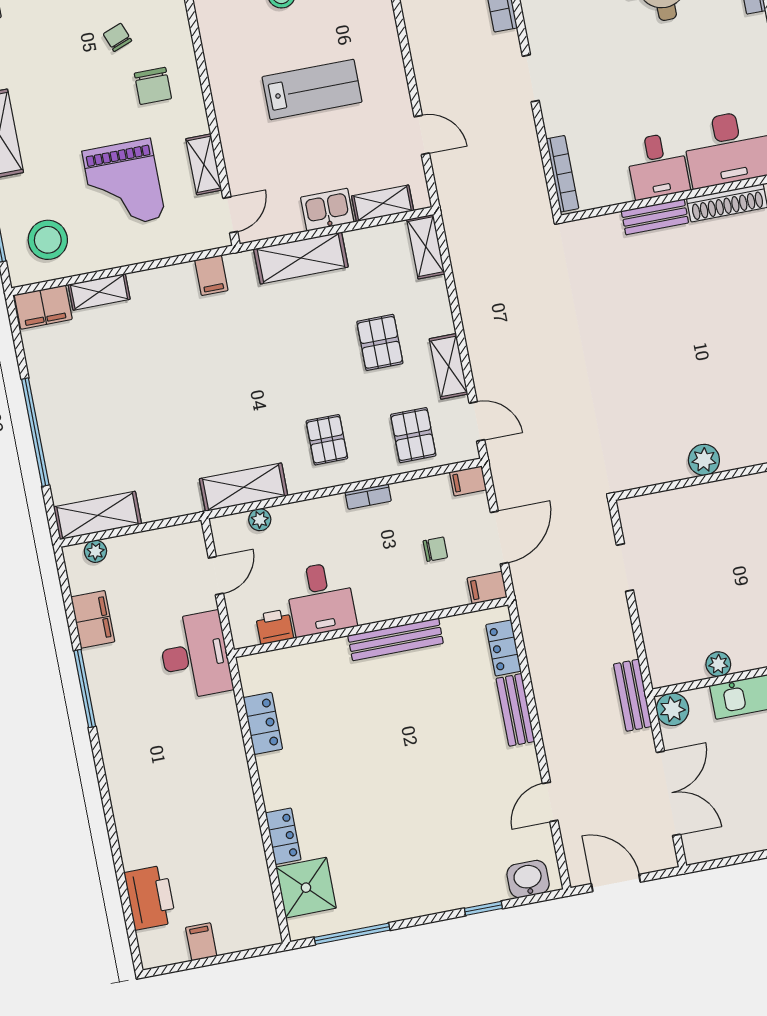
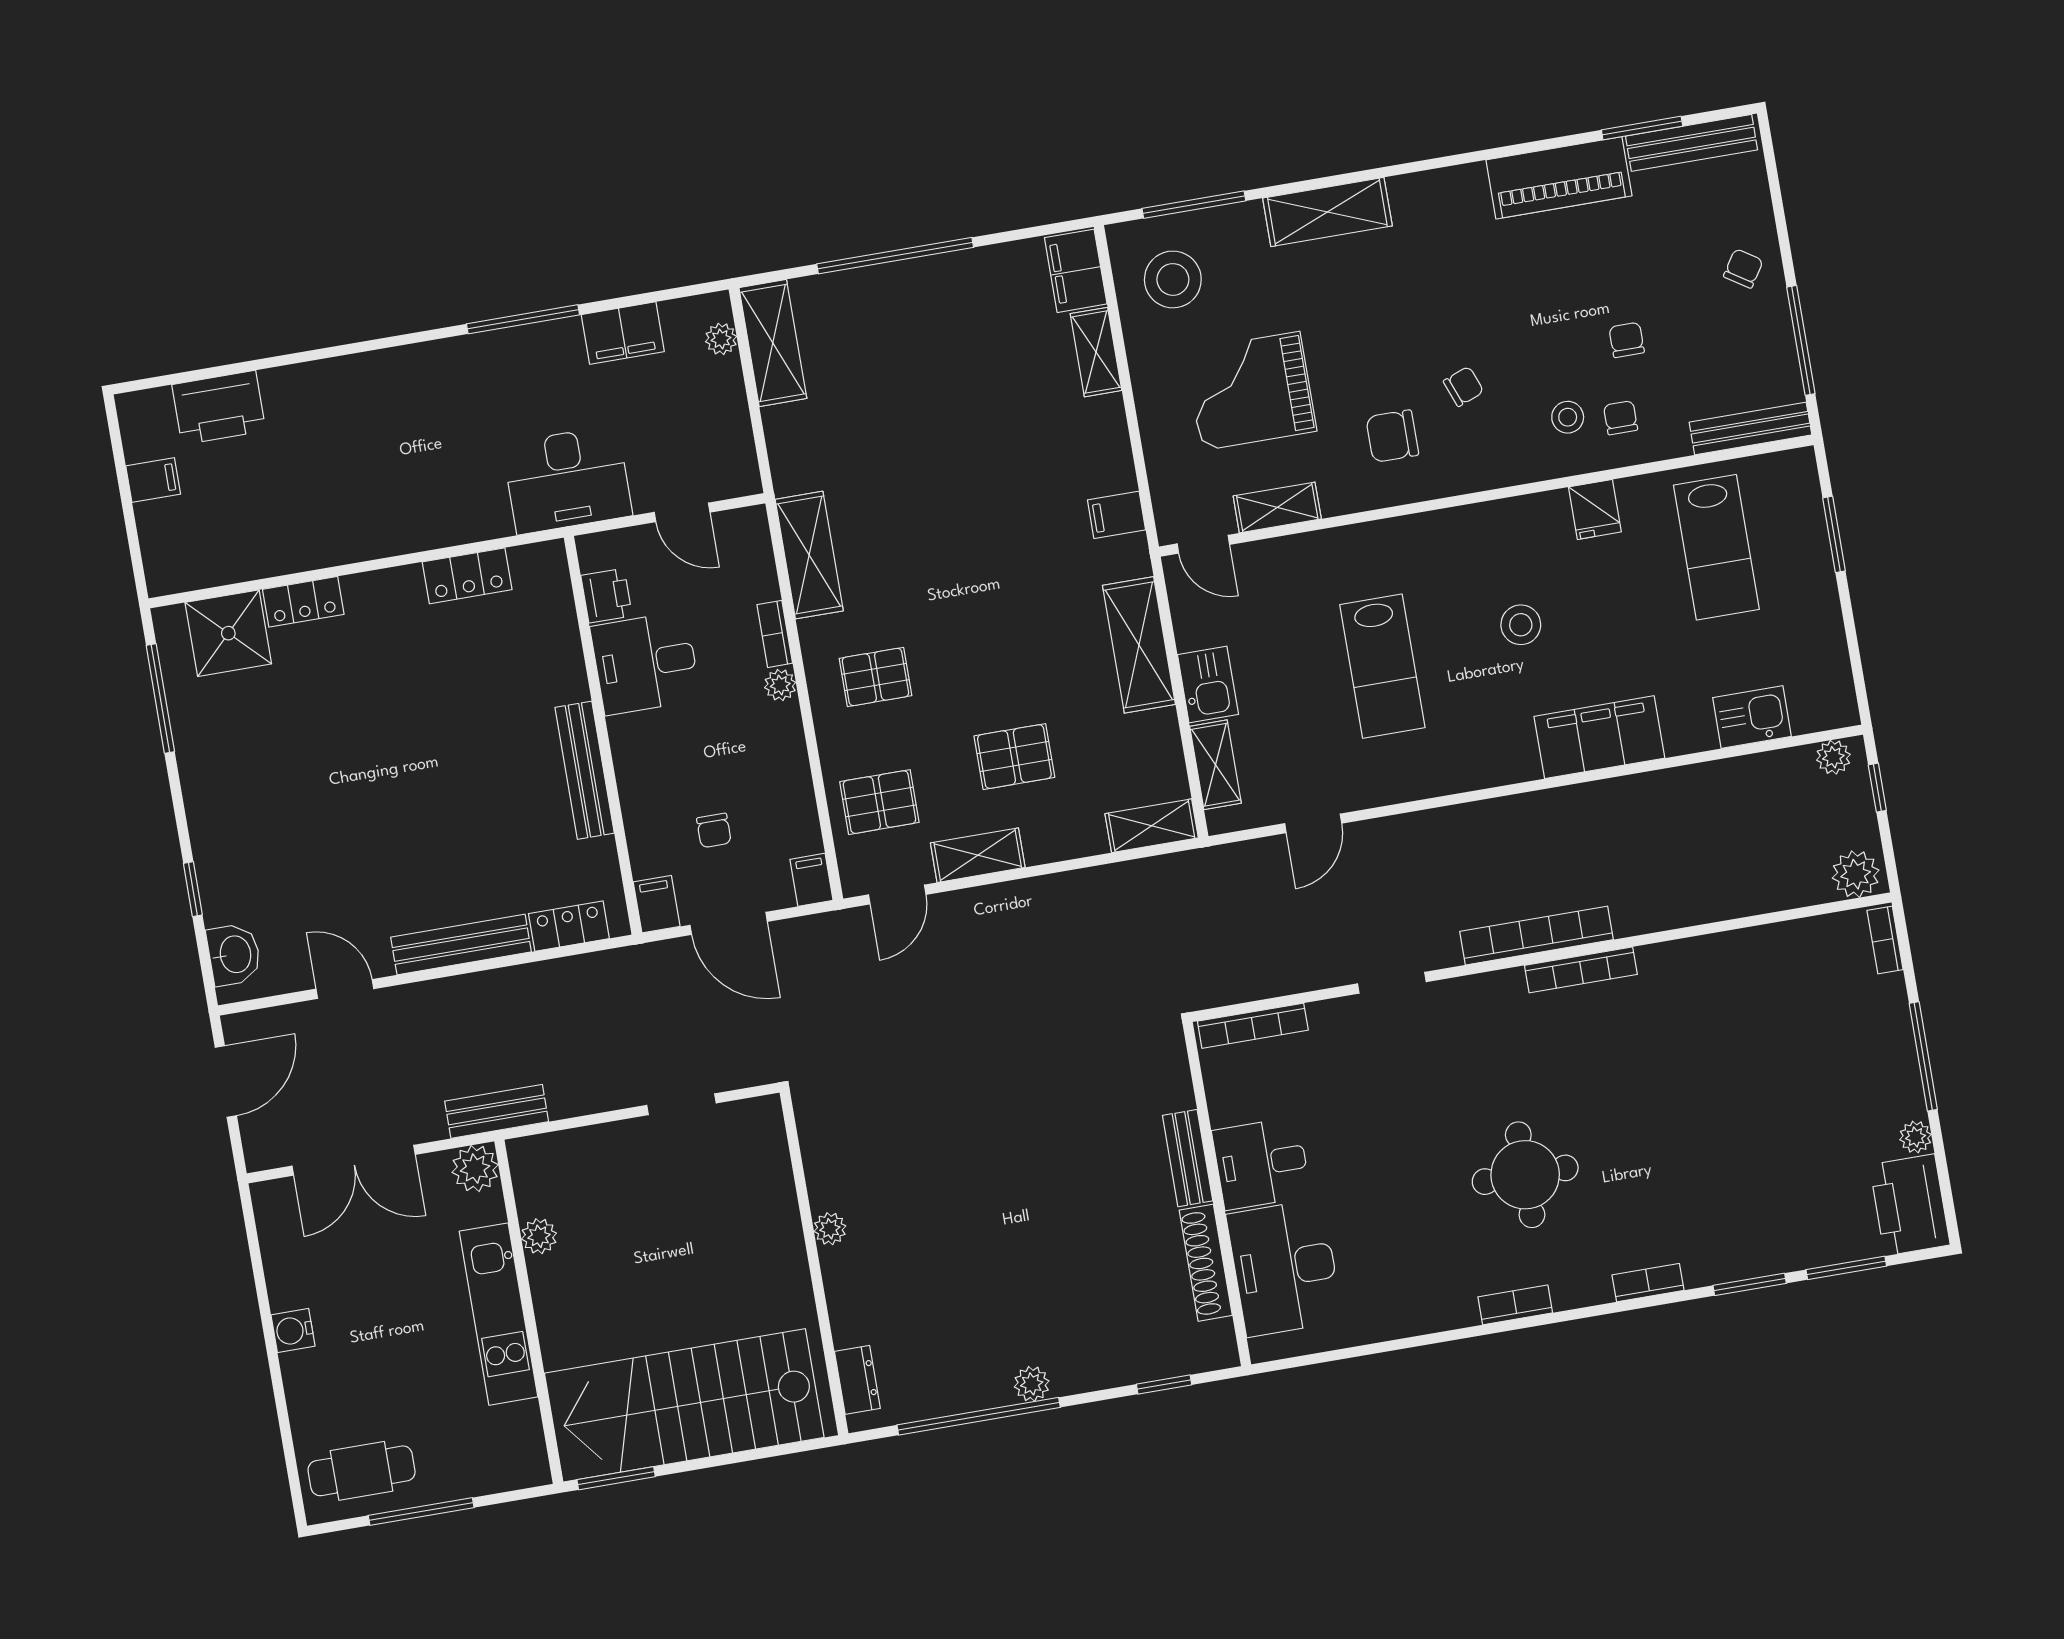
plant: (704, 460) -> (830, 1229), width x0.73, depth x0.73
bookcase: (368, 497) -> (775, 634), moved
plant: (260, 520) -> (780, 685), moved
bench: (515, 710) -> (461, 945), width x1.36

